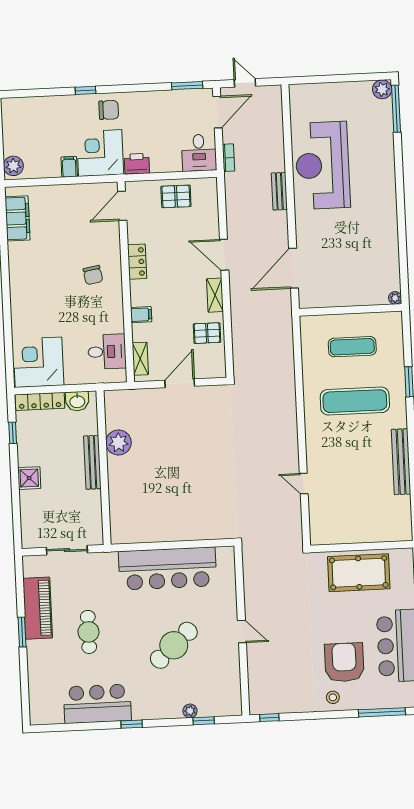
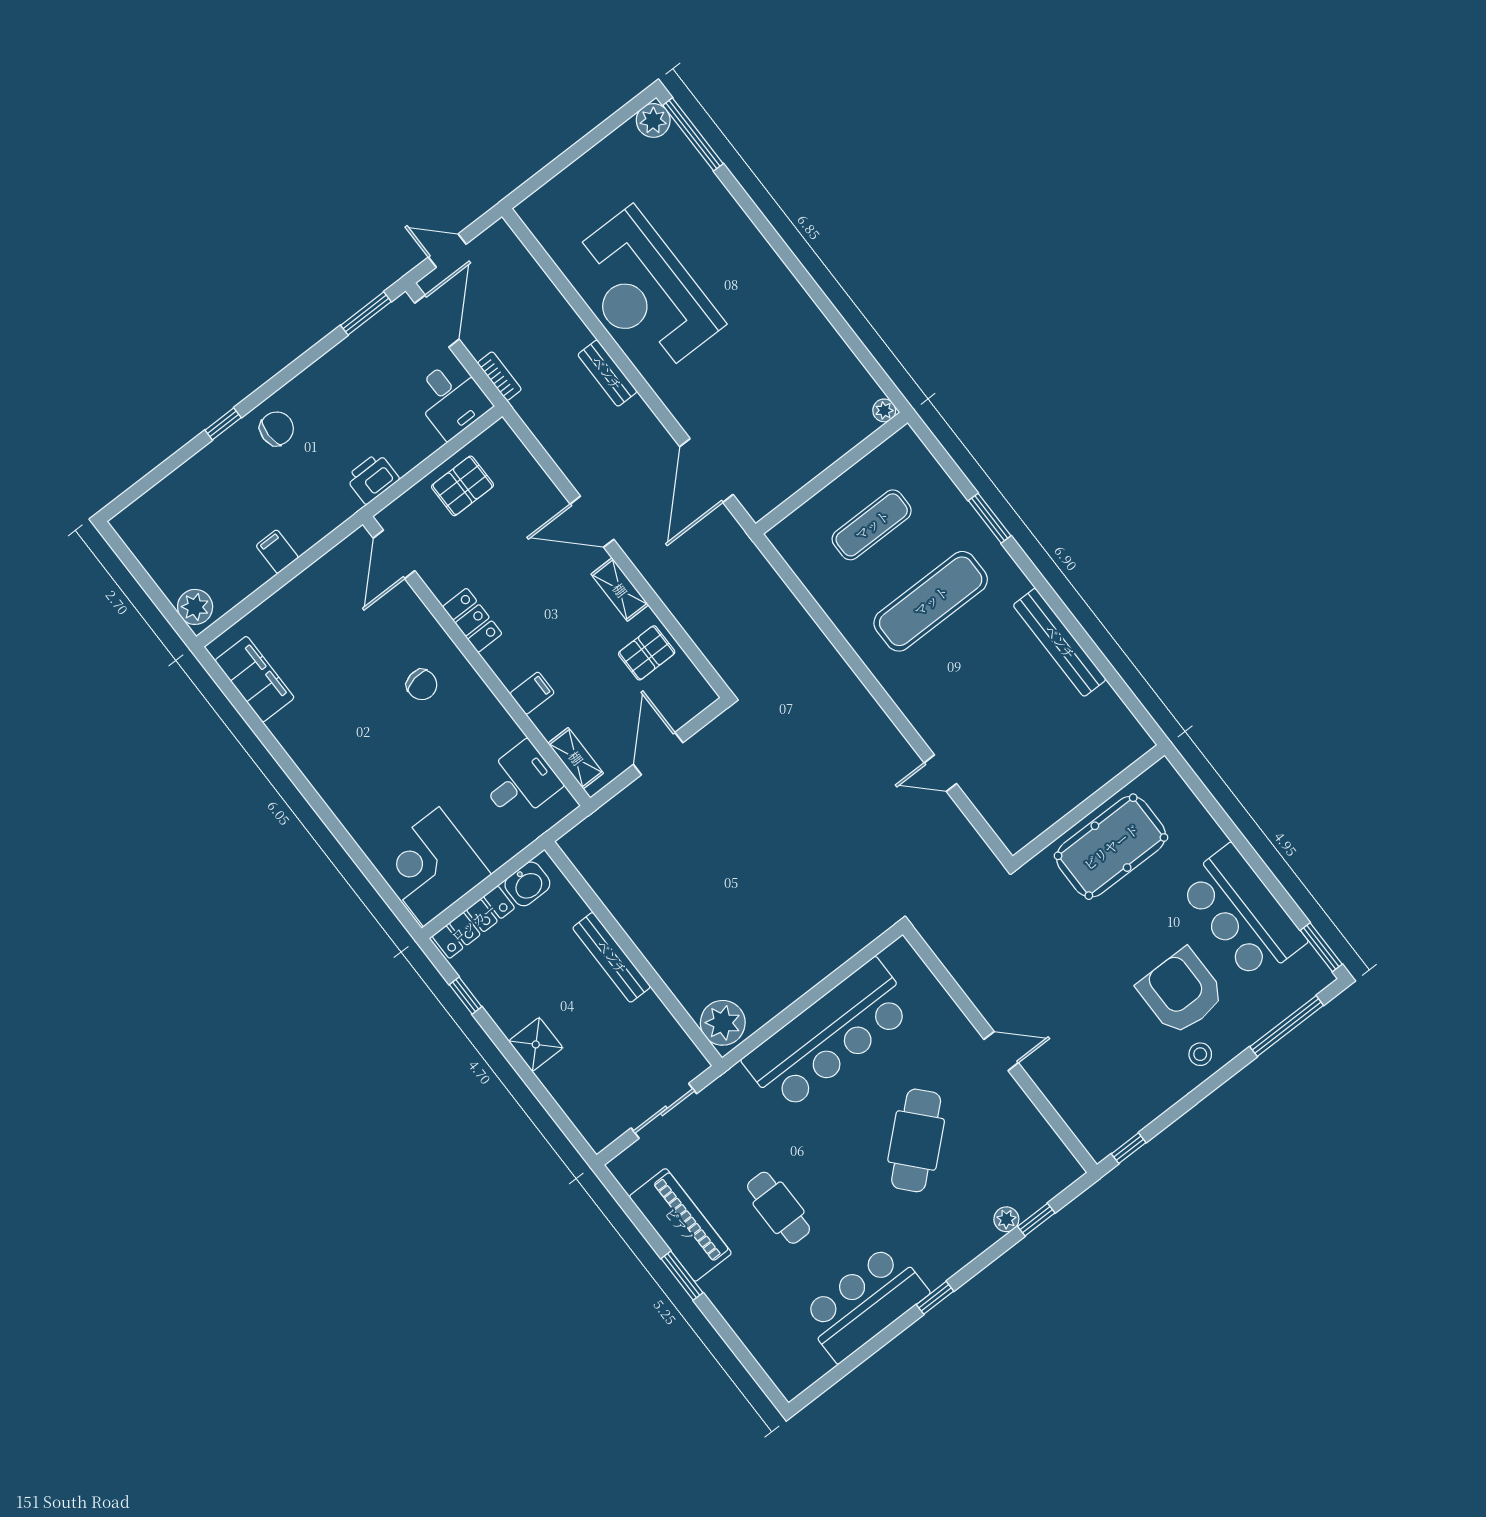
corner desk: (100, 153) -> (308, 500), removed
plant: (118, 442) -> (723, 1023), moved

